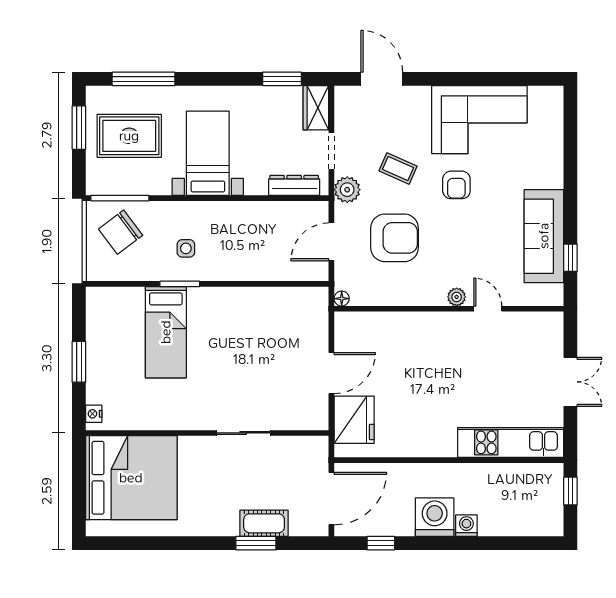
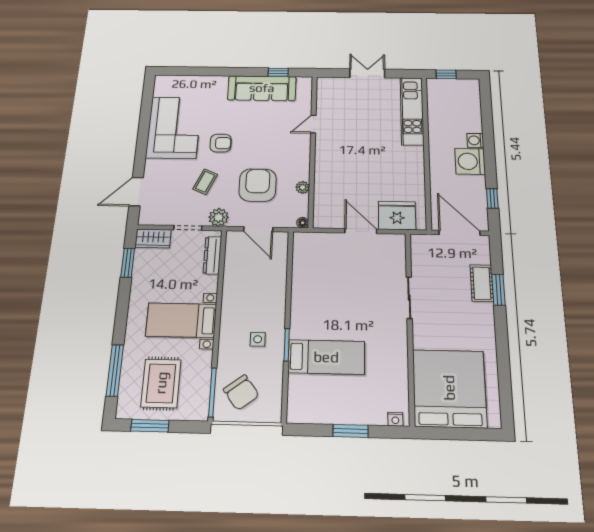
plant: (457, 297) -> (303, 187), moved

